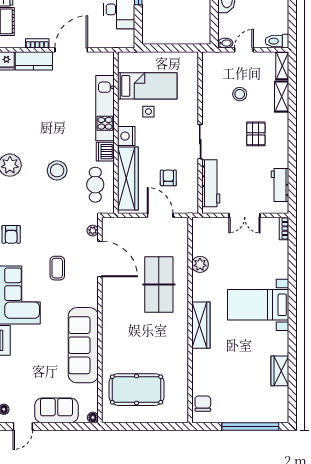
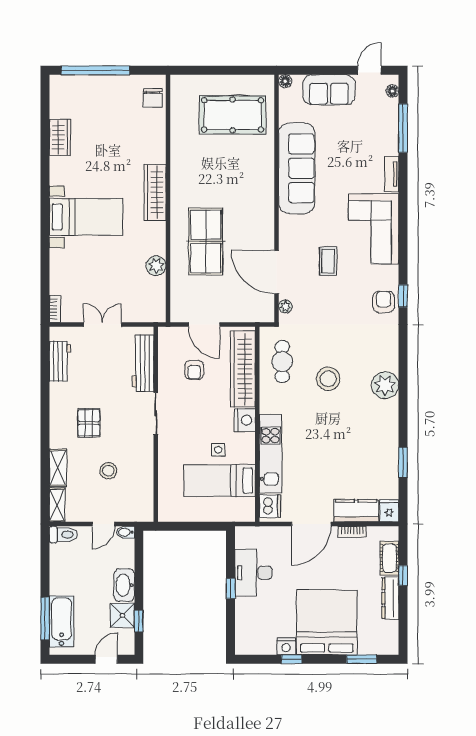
dishwasher: (105, 152) -> (270, 506), moved

